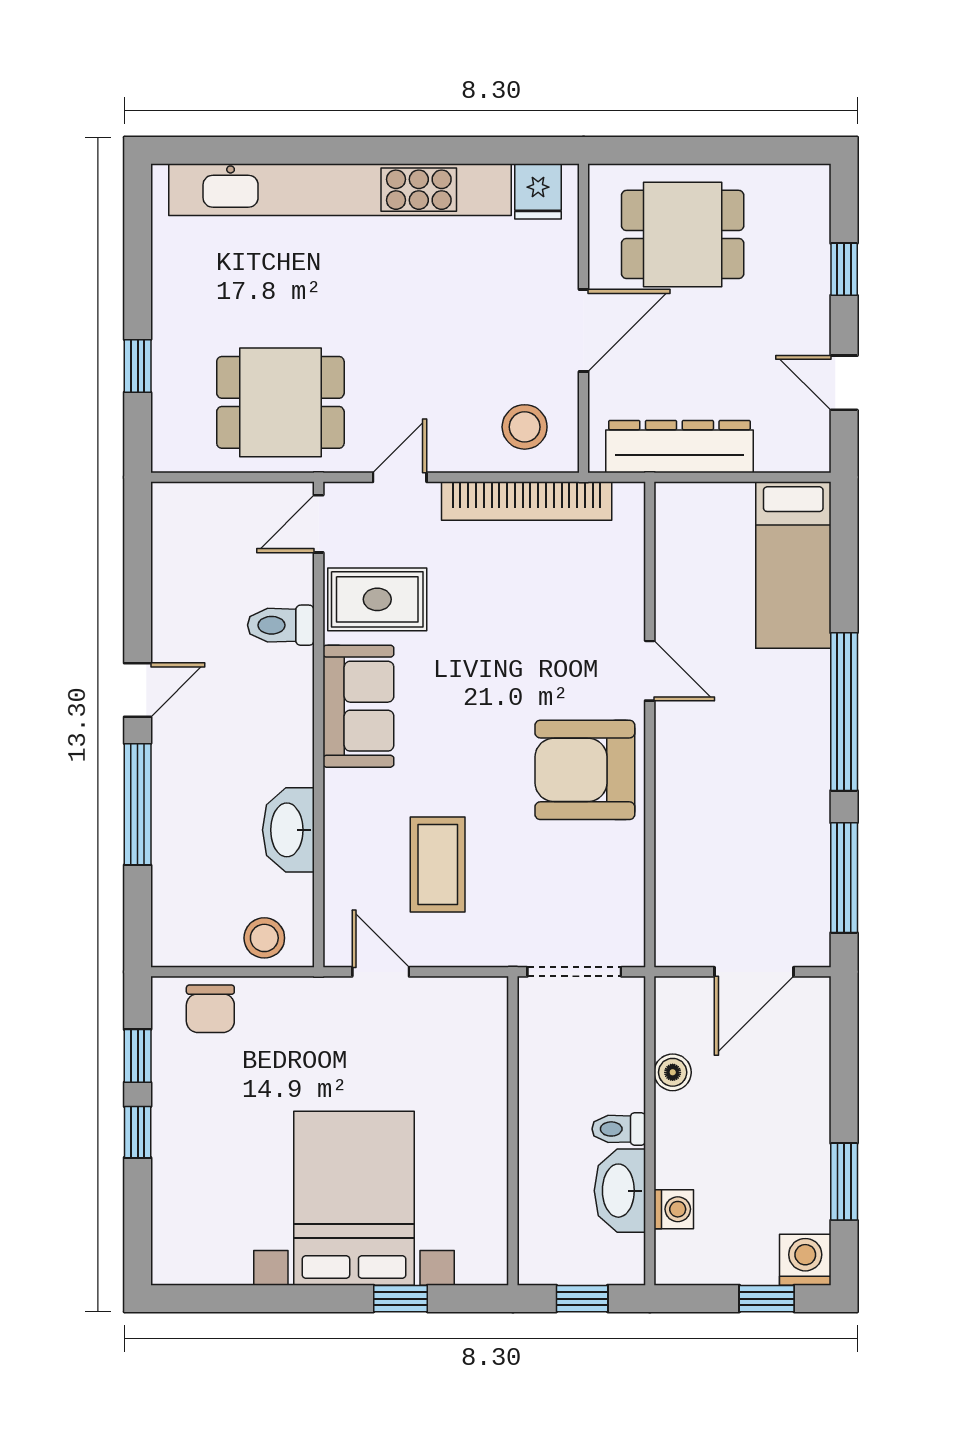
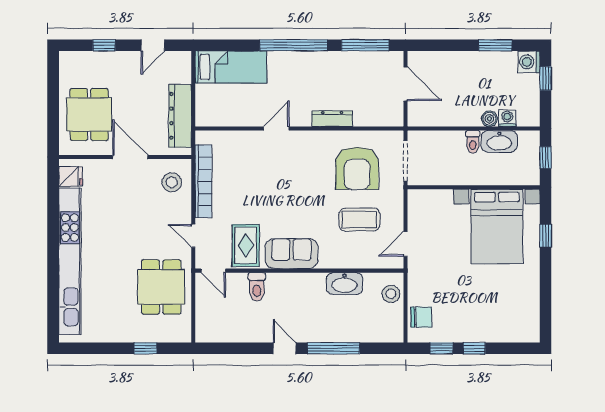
armchair: (585, 770) -> (357, 168), moved
dresser: (673, 801) -> (332, 119), added
boiler: (673, 1072) -> (489, 119), moved
bed with nightstands: (354, 1198) -> (497, 227), moved, turned -90

